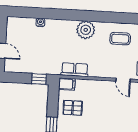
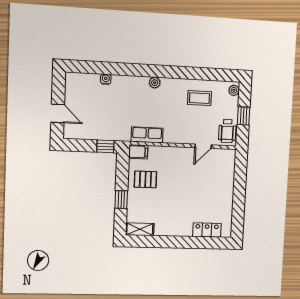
plant: (86, 30) -> (155, 83), width x0.53, depth x0.53
door: (123, 80) -> (203, 146), hinge flipped

